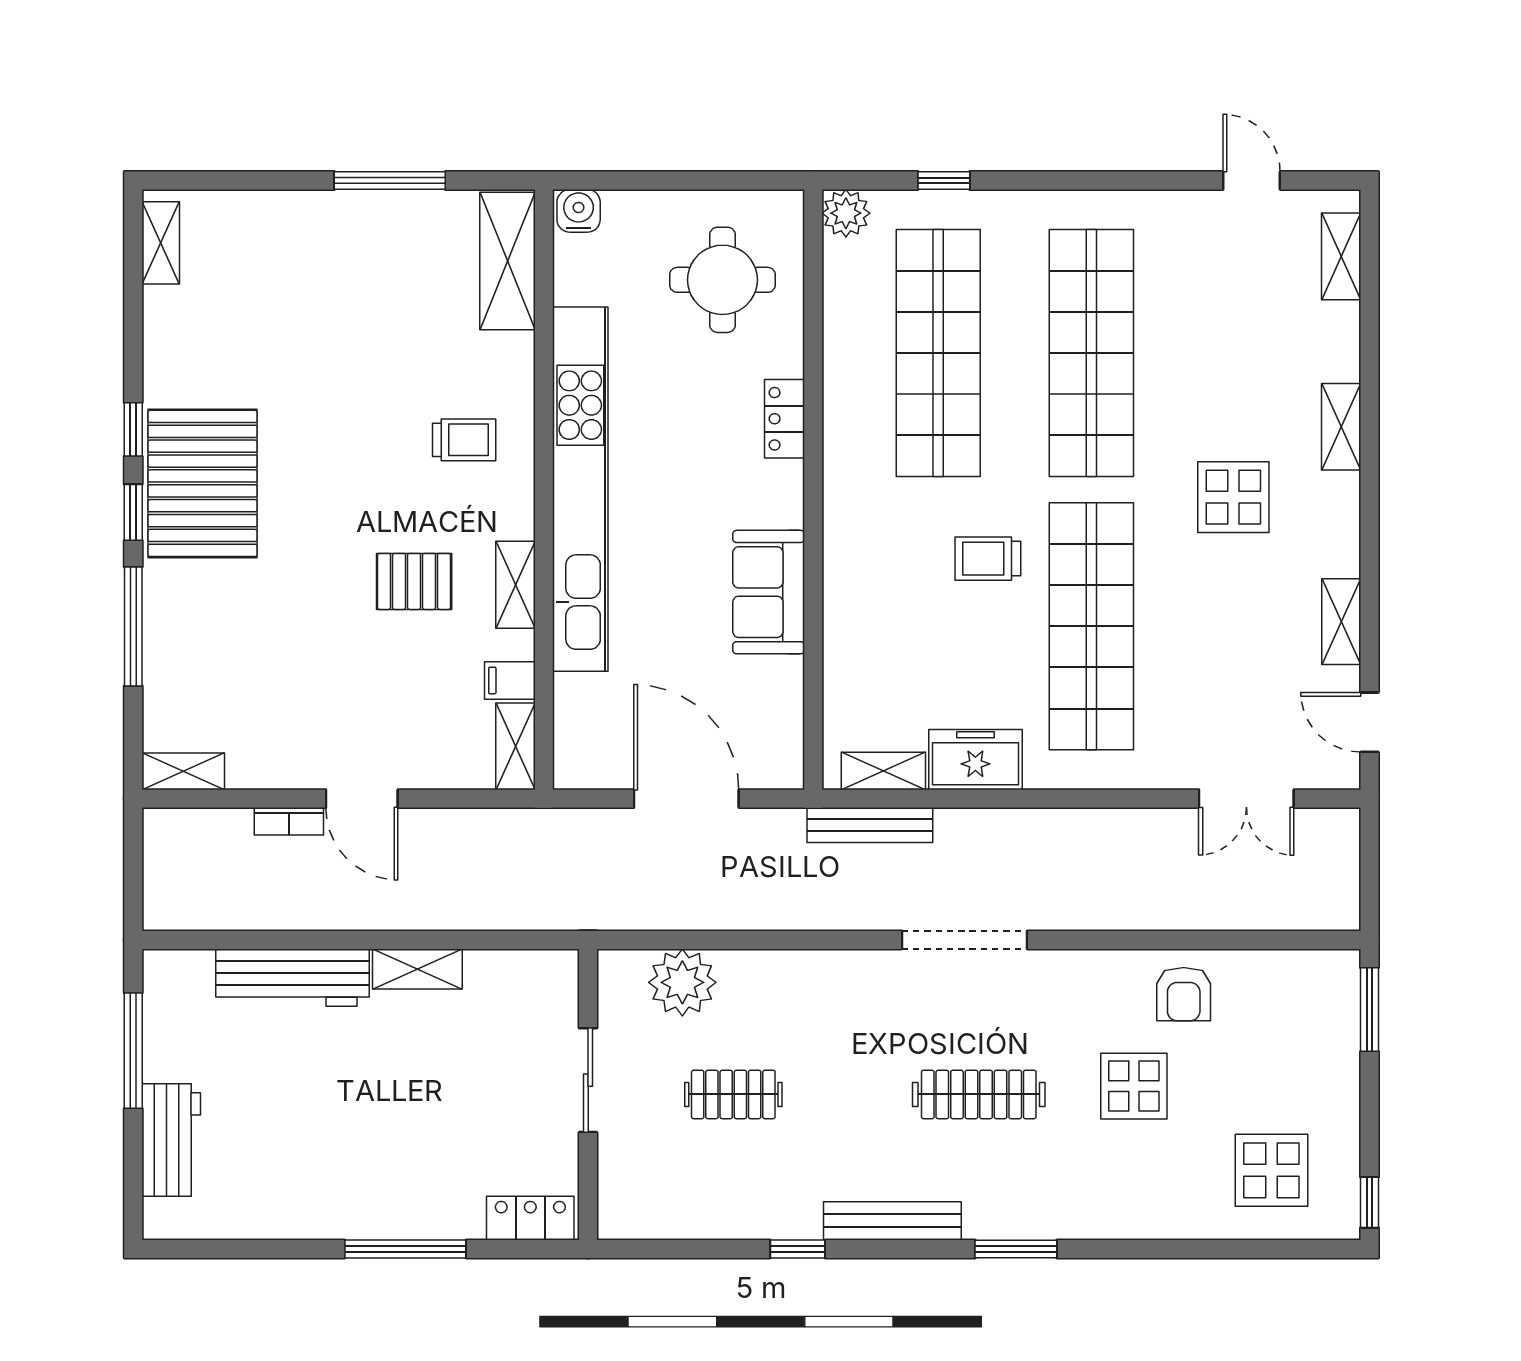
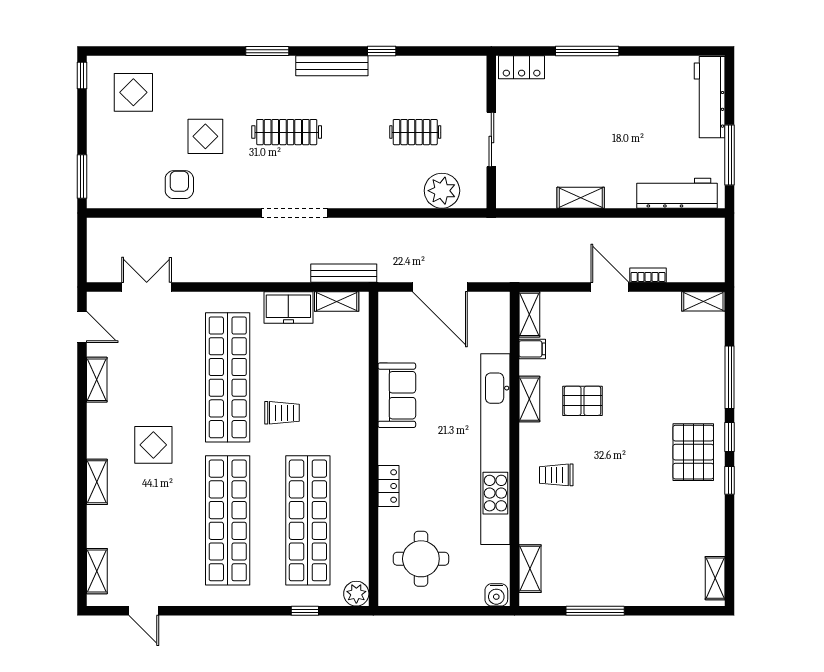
shelving: (507, 261) -> (530, 569), width x0.67, depth x0.75
pallet: (203, 483) -> (693, 452), width x0.73, depth x0.71
workbench: (293, 978) -> (677, 193), moved
workbench: (171, 1140) -> (710, 97), width x1.38

